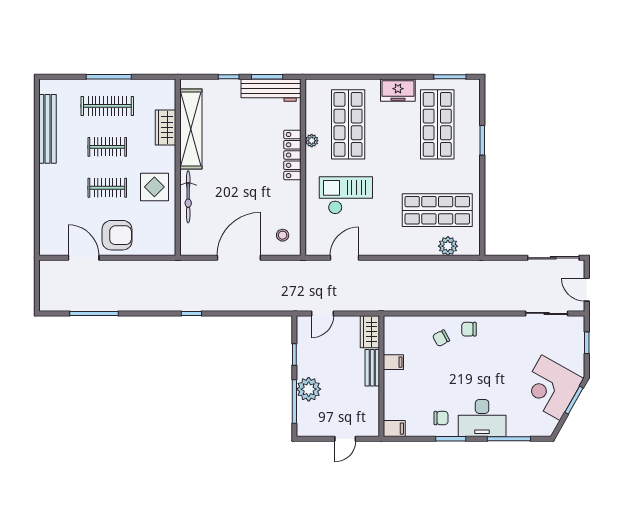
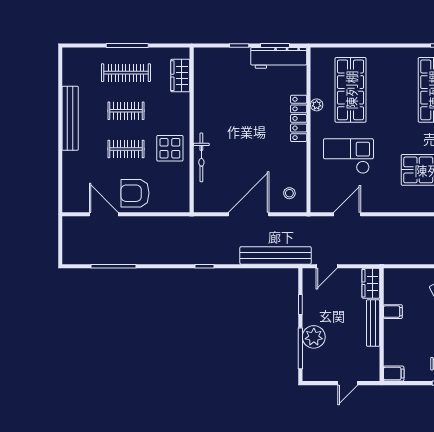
freezer: (398, 90) -> (397, 58), removed
wardrobe: (166, 127) -> (180, 76), moved
bench: (48, 129) -> (70, 118), moved
shelving: (191, 129) -> (204, 94), removed
armchair: (117, 235) -> (135, 193), turned 180
bench: (268, 302) -> (276, 255), added
bench: (372, 368) -> (373, 323), width x1.36

